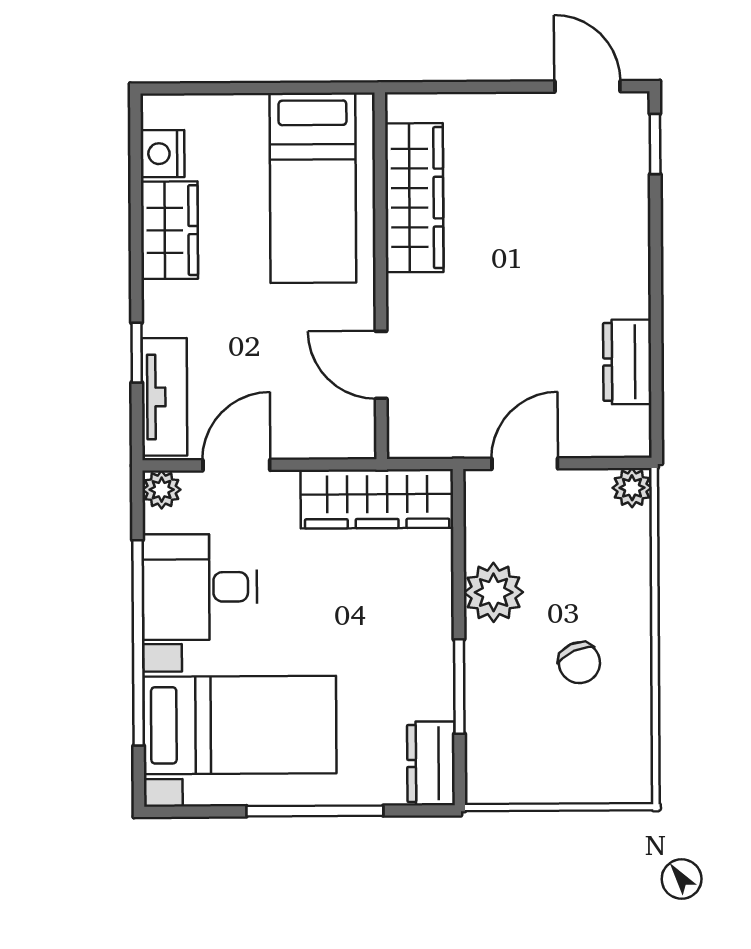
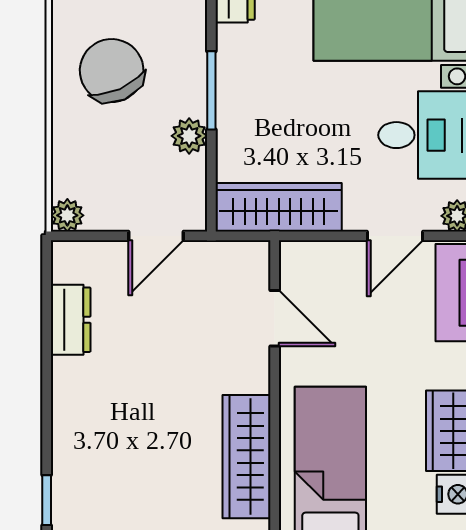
plant: (494, 592) -> (189, 136), width x0.73, depth x0.73
chair: (579, 663) -> (112, 71), width x1.87, depth x1.87
window: (459, 687) -> (211, 90), moved

